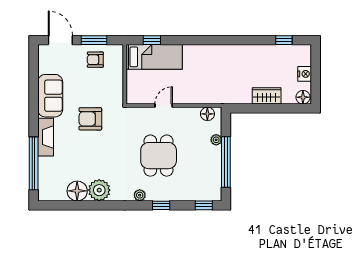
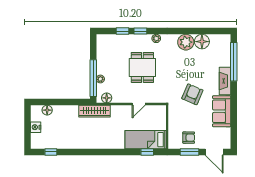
wardrobe: (267, 96) -> (95, 111), moved, width x1.50
floor lamp: (303, 97) -> (47, 110), moved
armchair: (90, 119) -> (192, 94), turned -67
window: (226, 162) -> (93, 78), moved
window: (204, 205) -> (123, 31), moved

